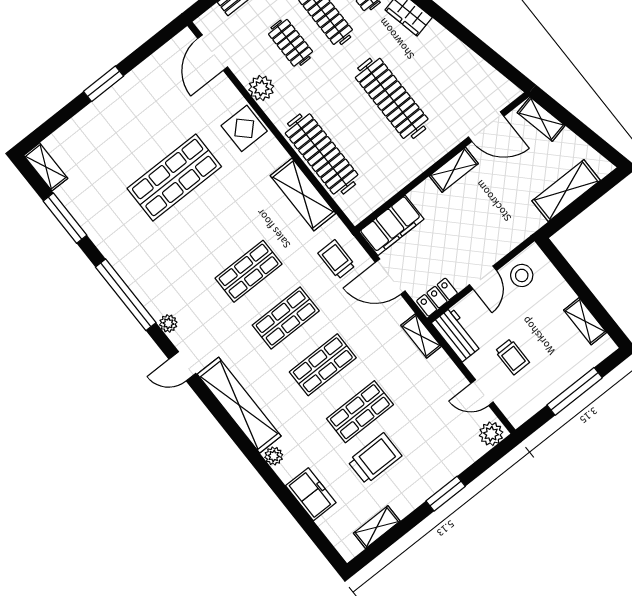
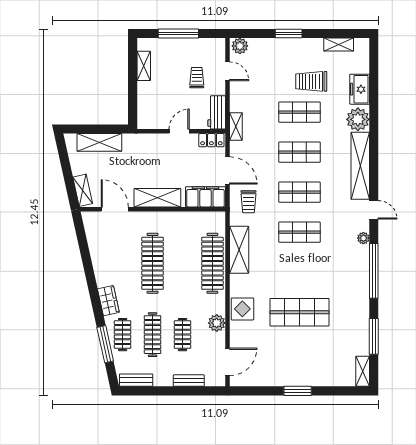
shelving: (454, 170) -> (157, 198), width x1.50, depth x1.33
stool: (522, 275) -> (158, 116), removed
plant: (274, 456) -> (358, 119), width x1.88, depth x1.88

